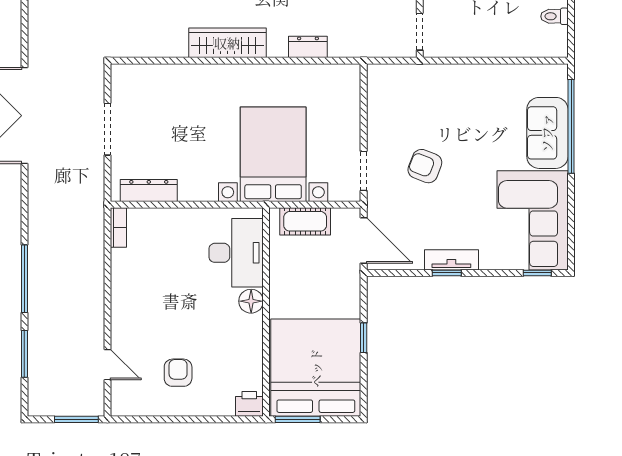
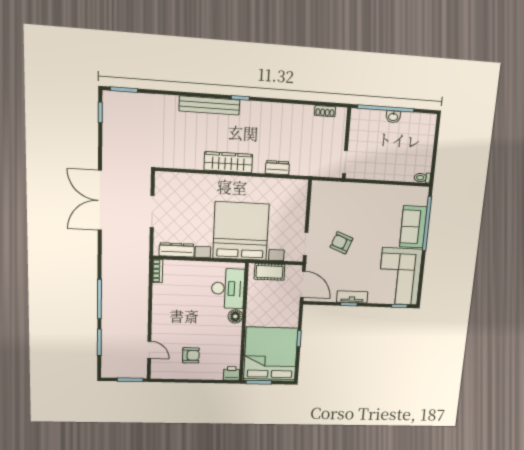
toilet: (554, 16) -> (422, 178), moved
bed with nightstands: (273, 154) -> (241, 231), width x1.36
armchair: (178, 373) -> (191, 355), turned 90

